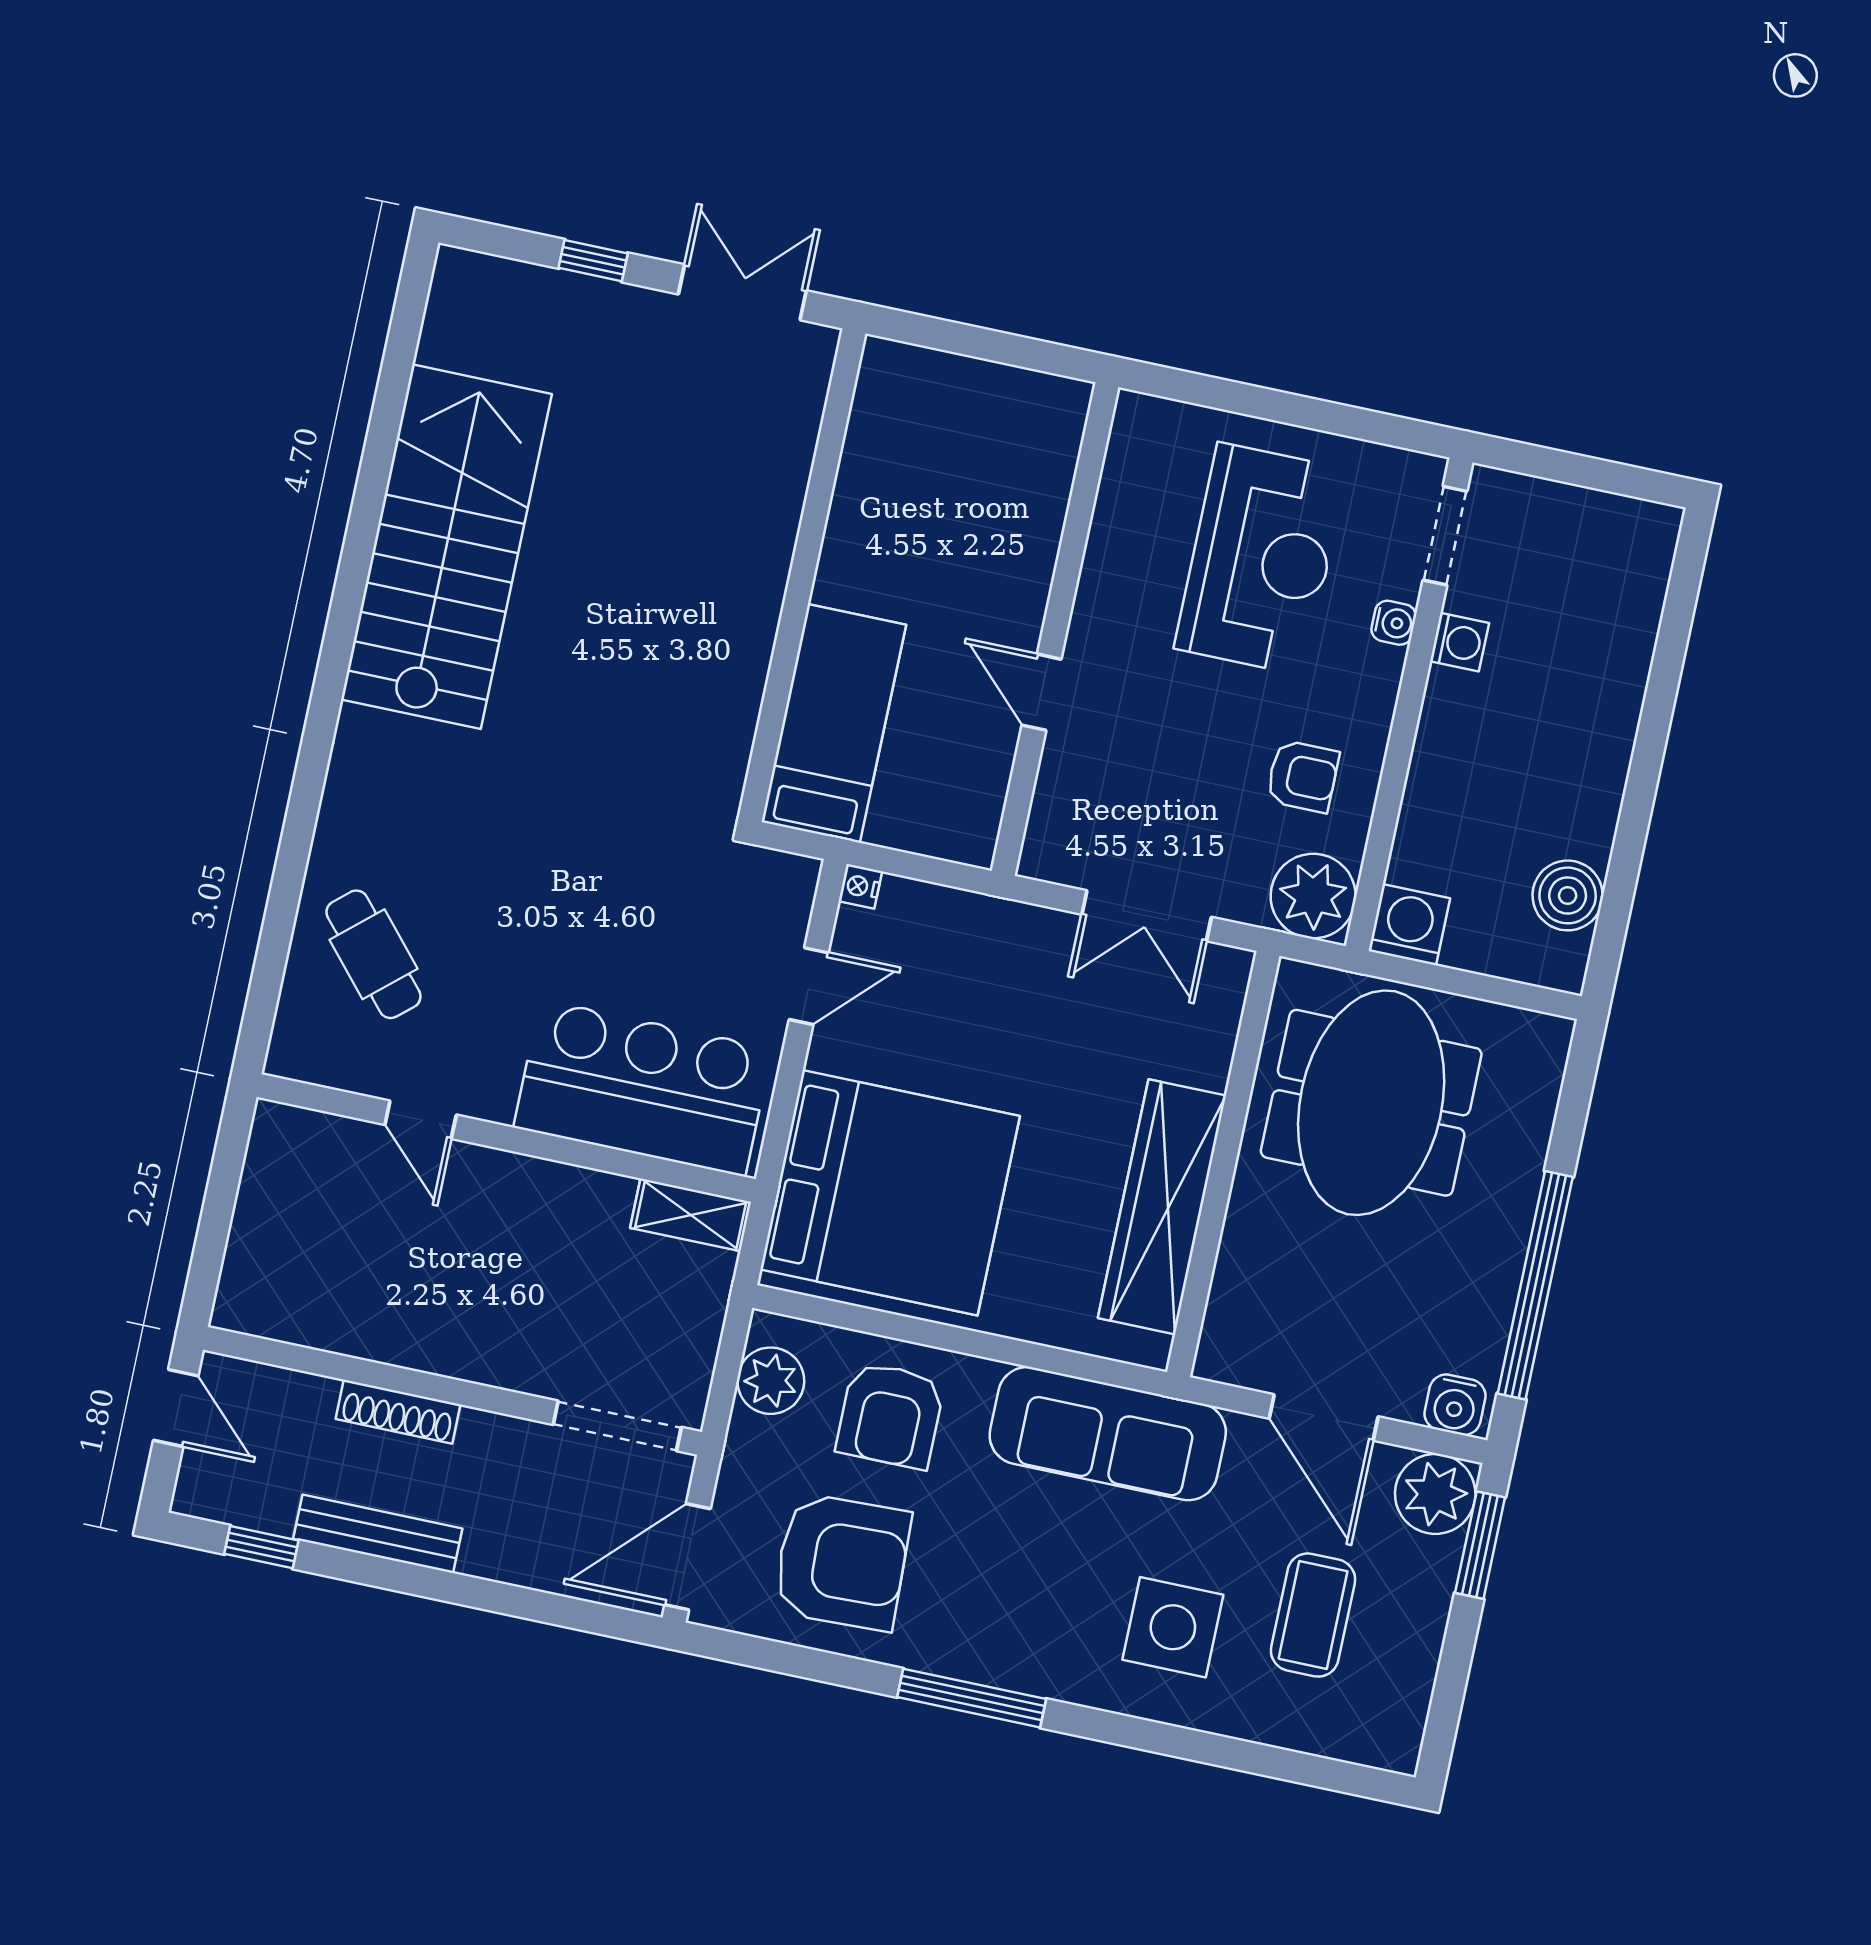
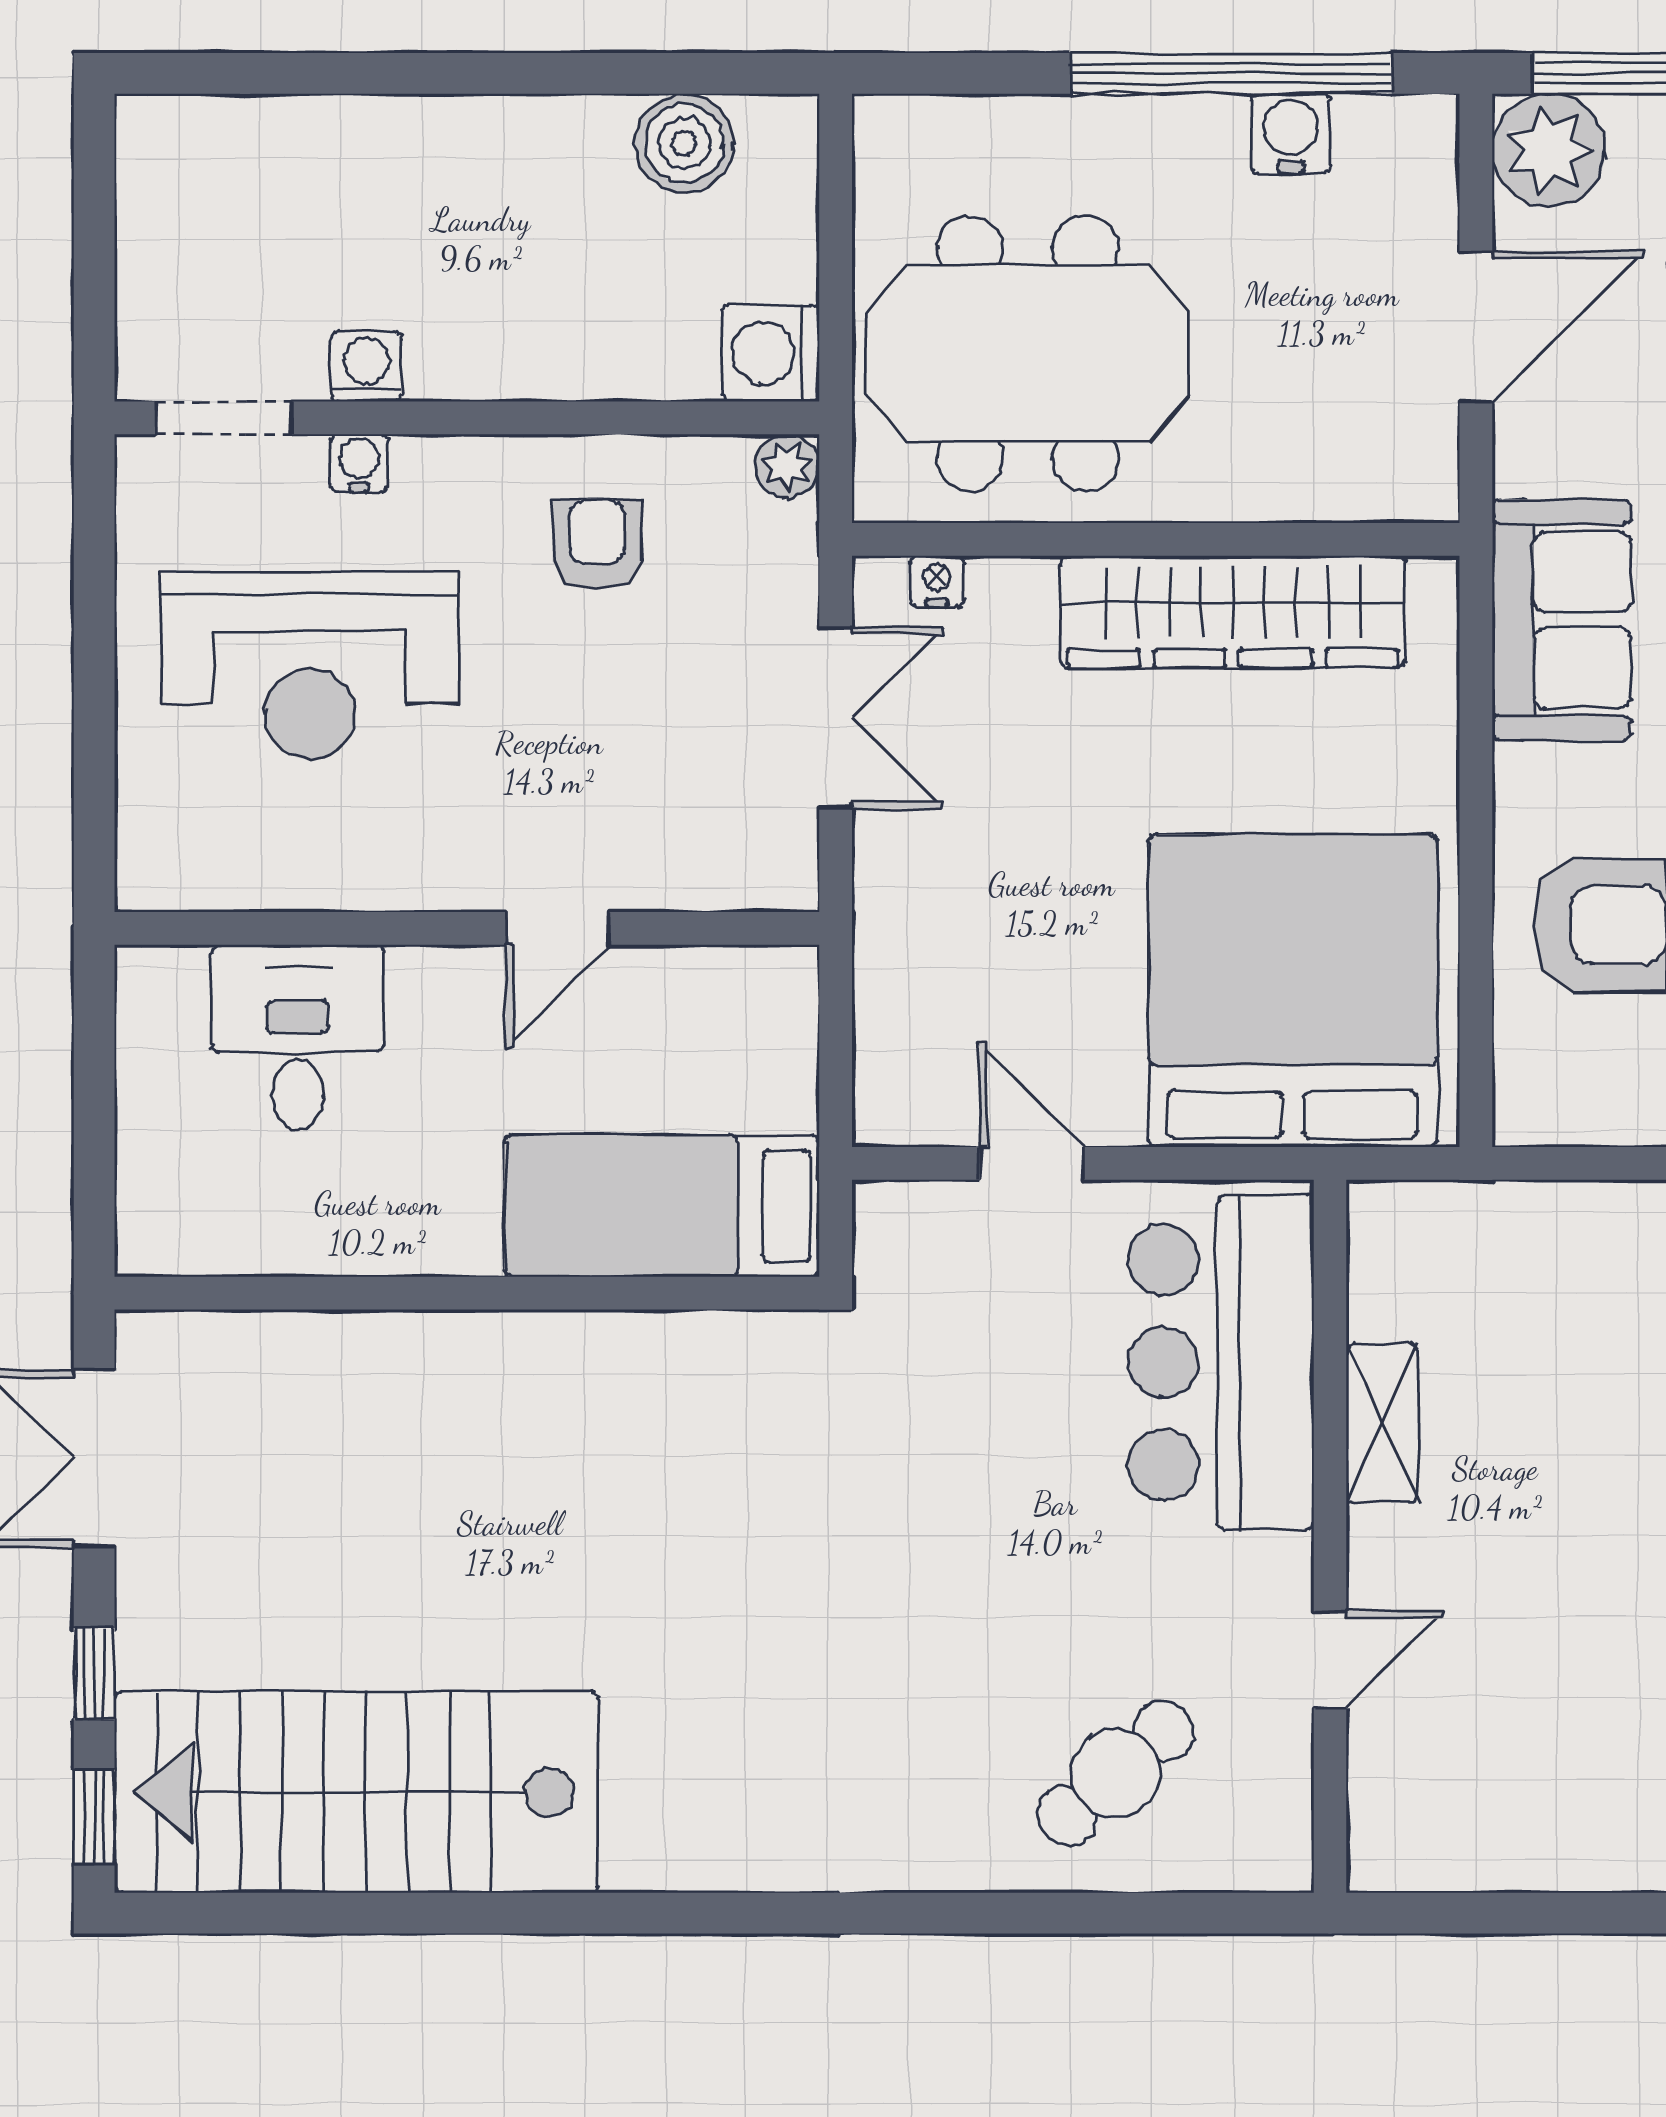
window: (494, 240) -> (94, 1817), added
desk: (1005, 496) -> (298, 1037), added
stairs: (446, 547) -> (356, 1792), moved
reception desk: (1261, 559) -> (310, 665), turned 180
nightstand: (860, 886) -> (937, 581), moved, turned 180
plant: (1313, 896) -> (788, 466), width x0.53, depth x0.53
shelving: (691, 1215) -> (1382, 1423), moved
plant: (771, 1381) -> (1587, 1100), removed
water cooler: (1455, 1405) -> (1291, 134), moved, turned -90
sofa: (1108, 1434) -> (1561, 620), width x0.73

